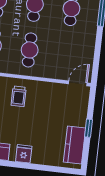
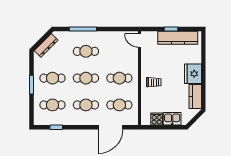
kitchen counter: (74, 145) -> (178, 38), width x1.50
fridge: (24, 154) -> (193, 74), width x1.88, depth x1.34

